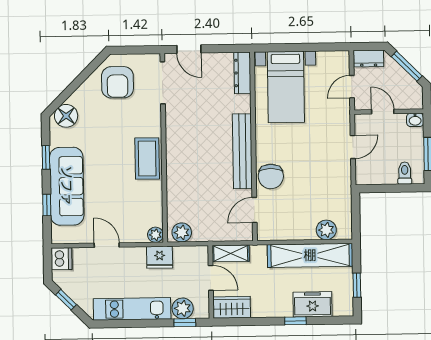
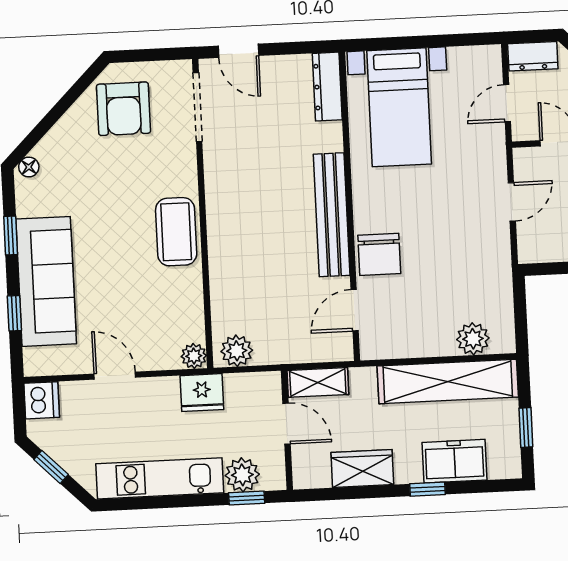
floor lamp: (66, 116) -> (29, 167), width x0.53, depth x0.53
wardrobe: (232, 307) -> (362, 469), moved

